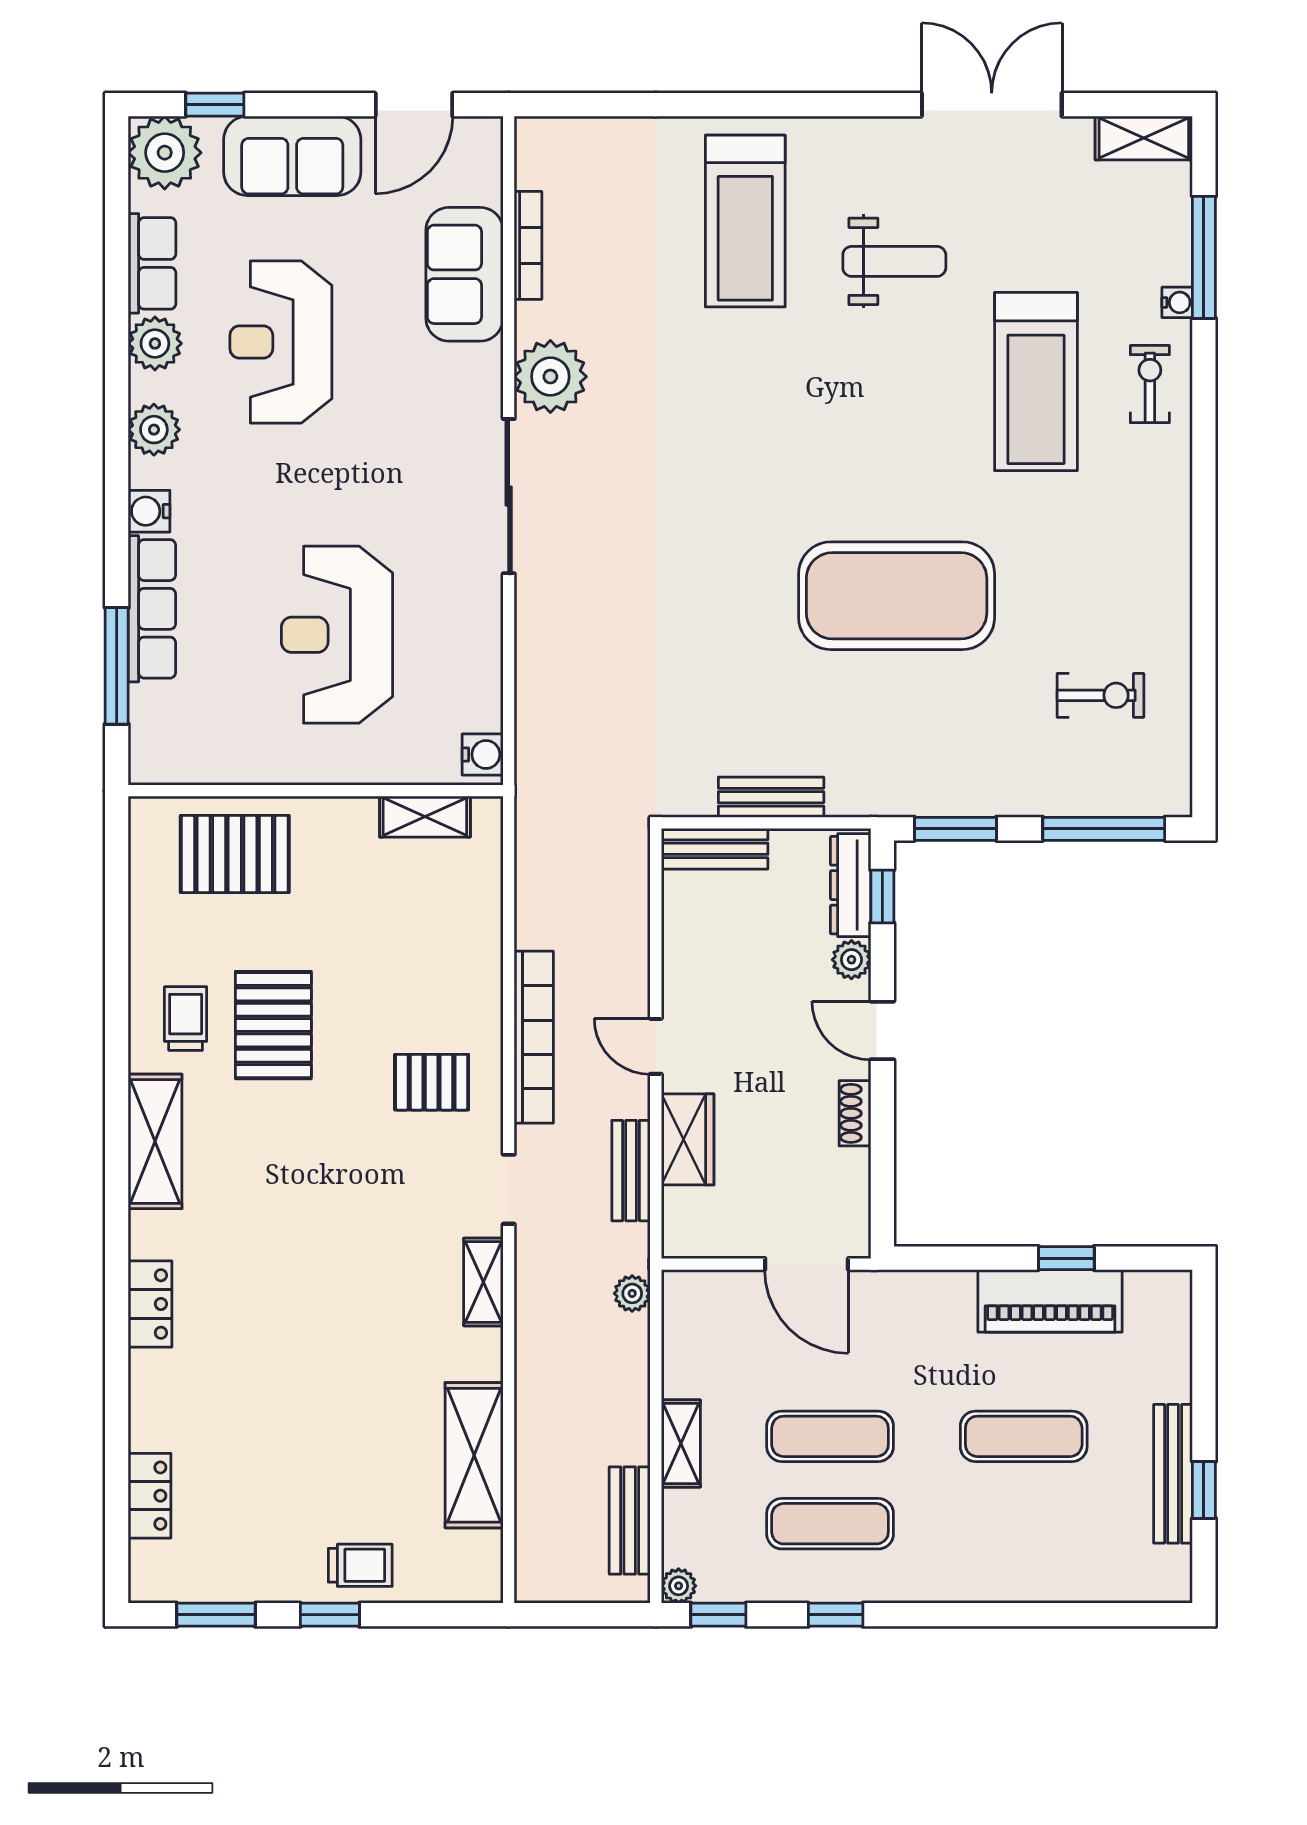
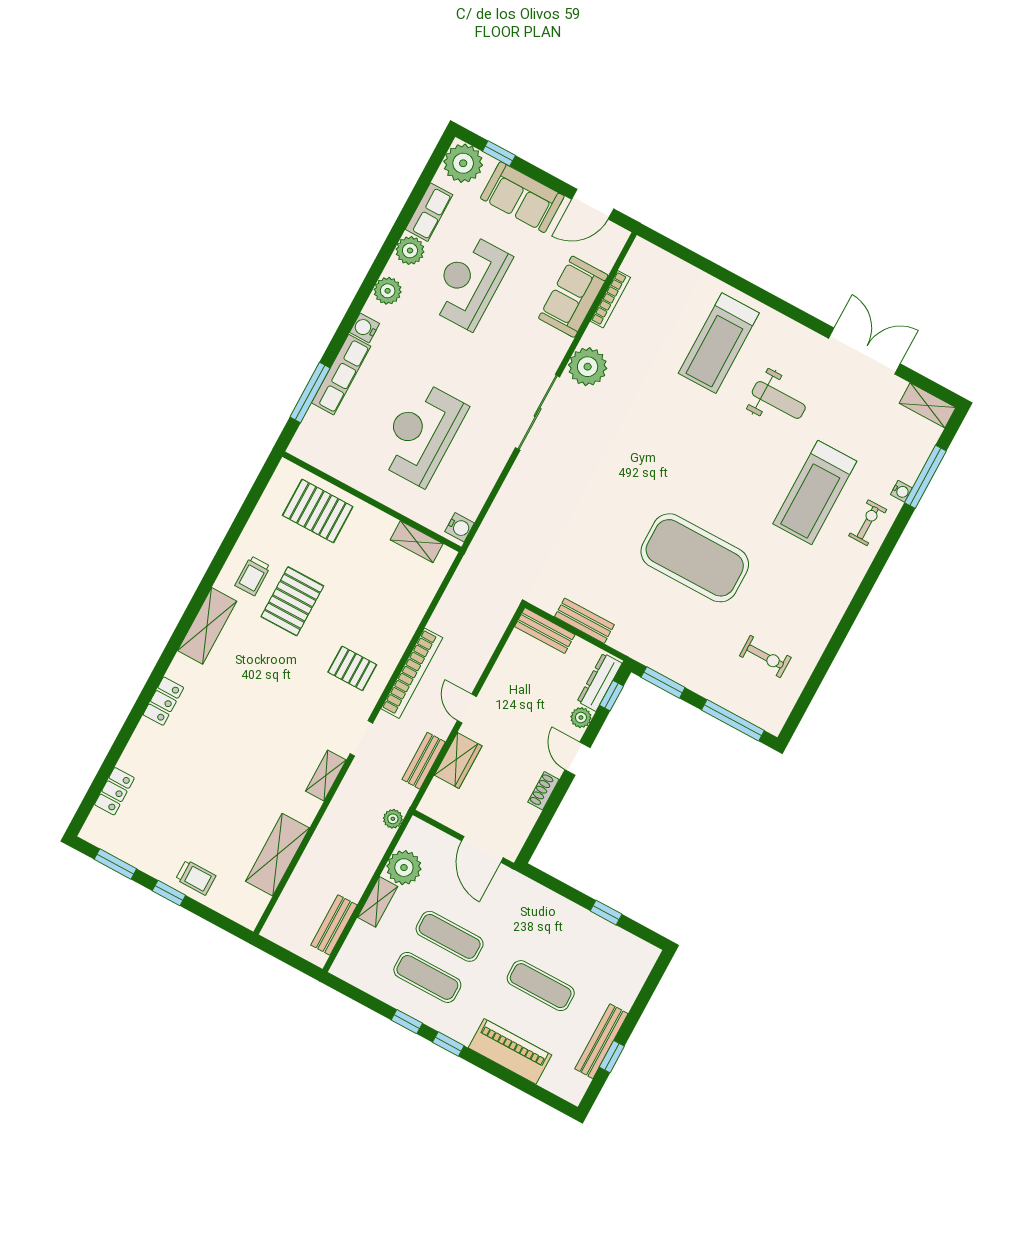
trolley: (186, 1019) -> (253, 576), turned 180
piano: (1050, 1301) -> (510, 1051), moved, turned 180
plant: (679, 1586) -> (404, 868), moved, width x1.87, depth x1.87
window: (718, 1615) -> (448, 1044), moved

